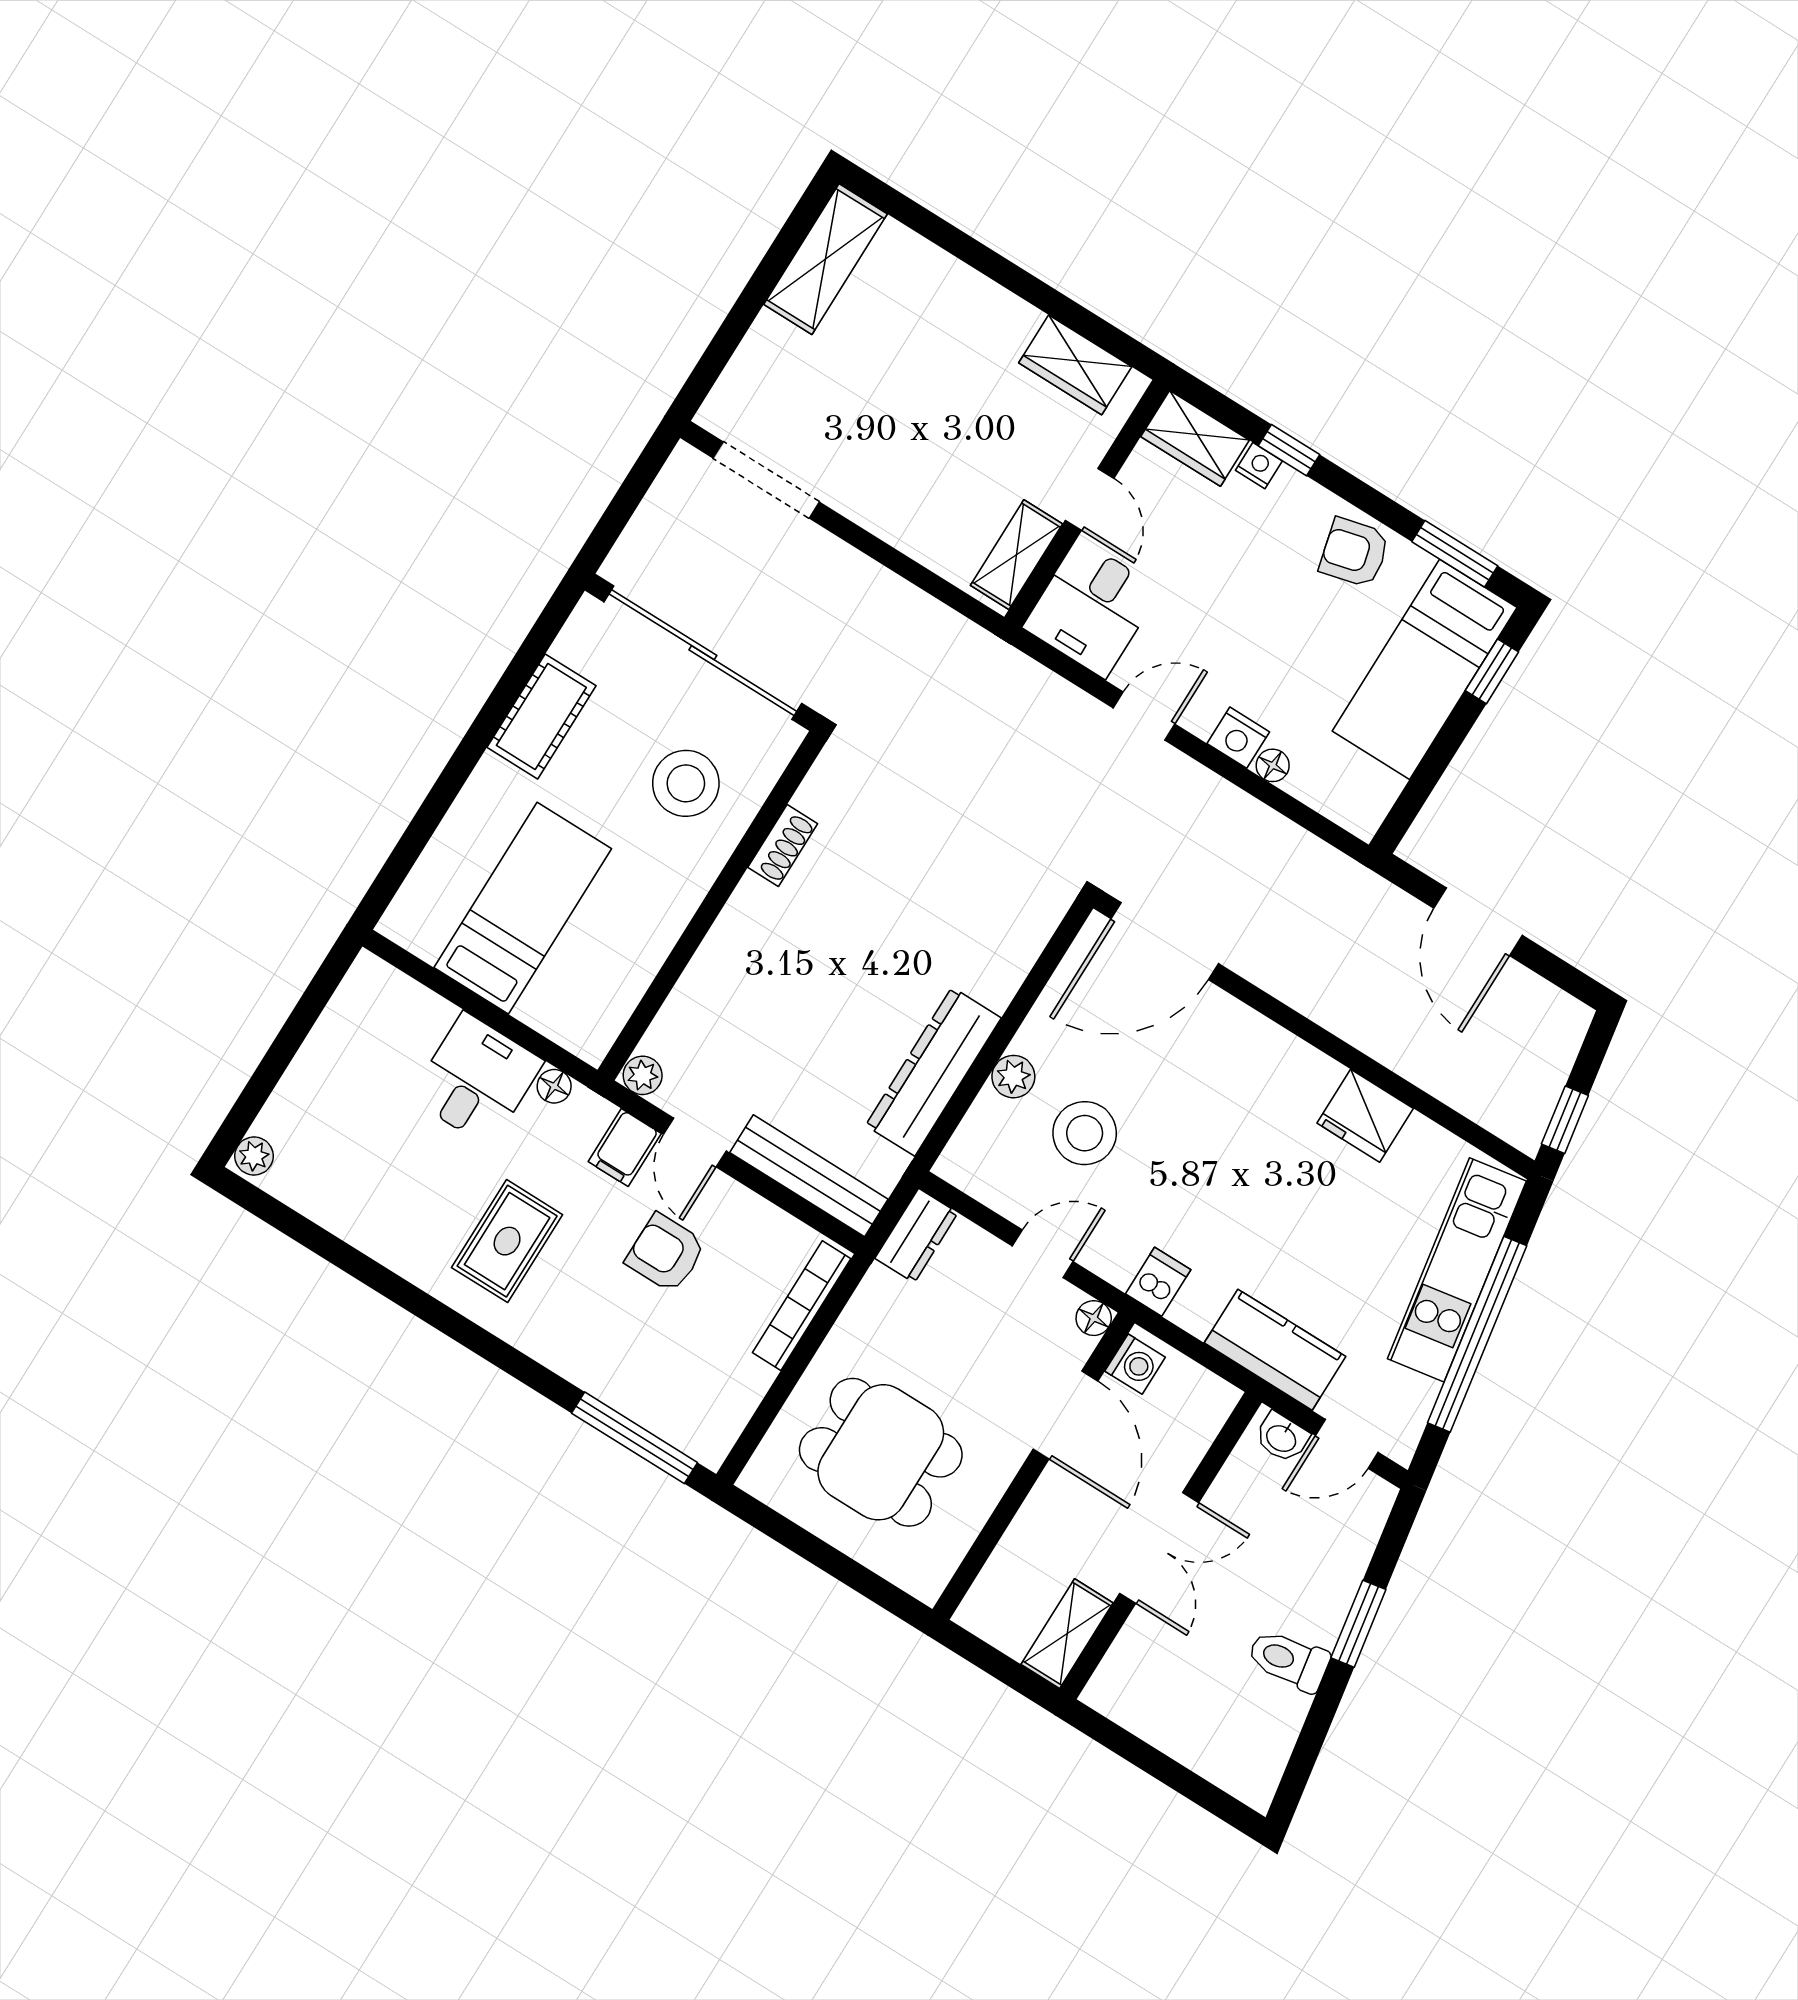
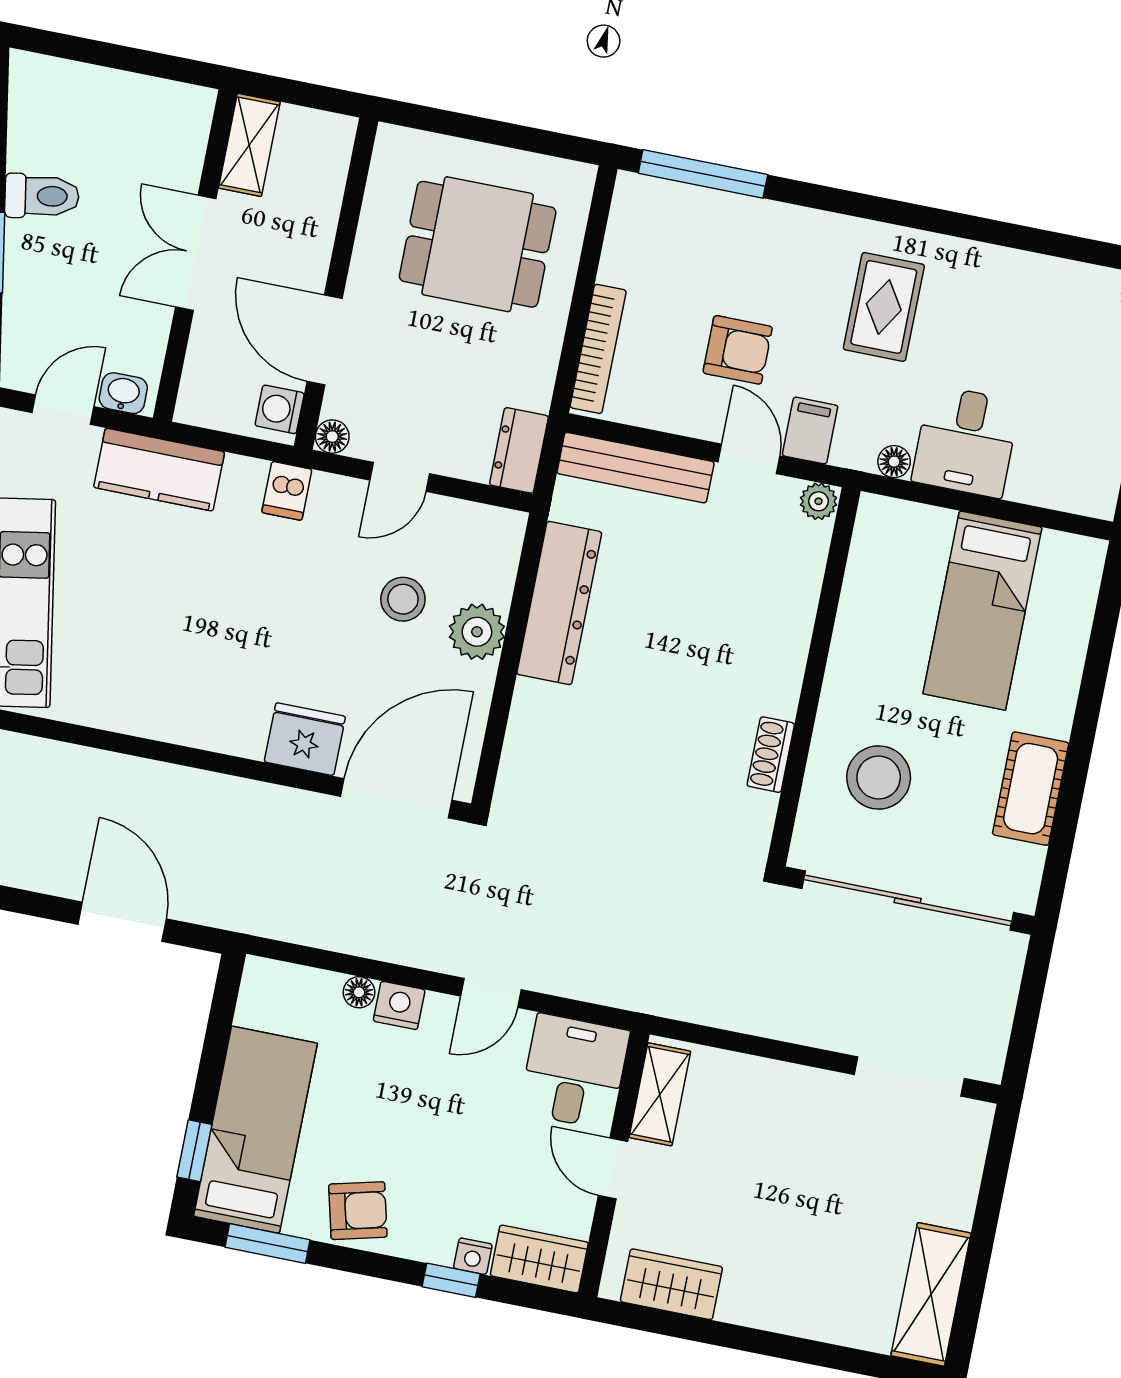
plant: (1013, 1077) -> (477, 632), width x1.38, depth x1.38
fridge: (1365, 1116) -> (305, 739), moved
stool: (1085, 1133) -> (403, 599), width x0.73, depth x0.73

